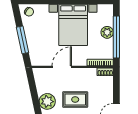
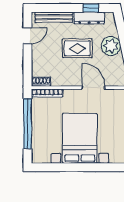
plant: (107, 32) -> (39, 129), removed
door: (62, 67) -> (93, 88), swing flipped

